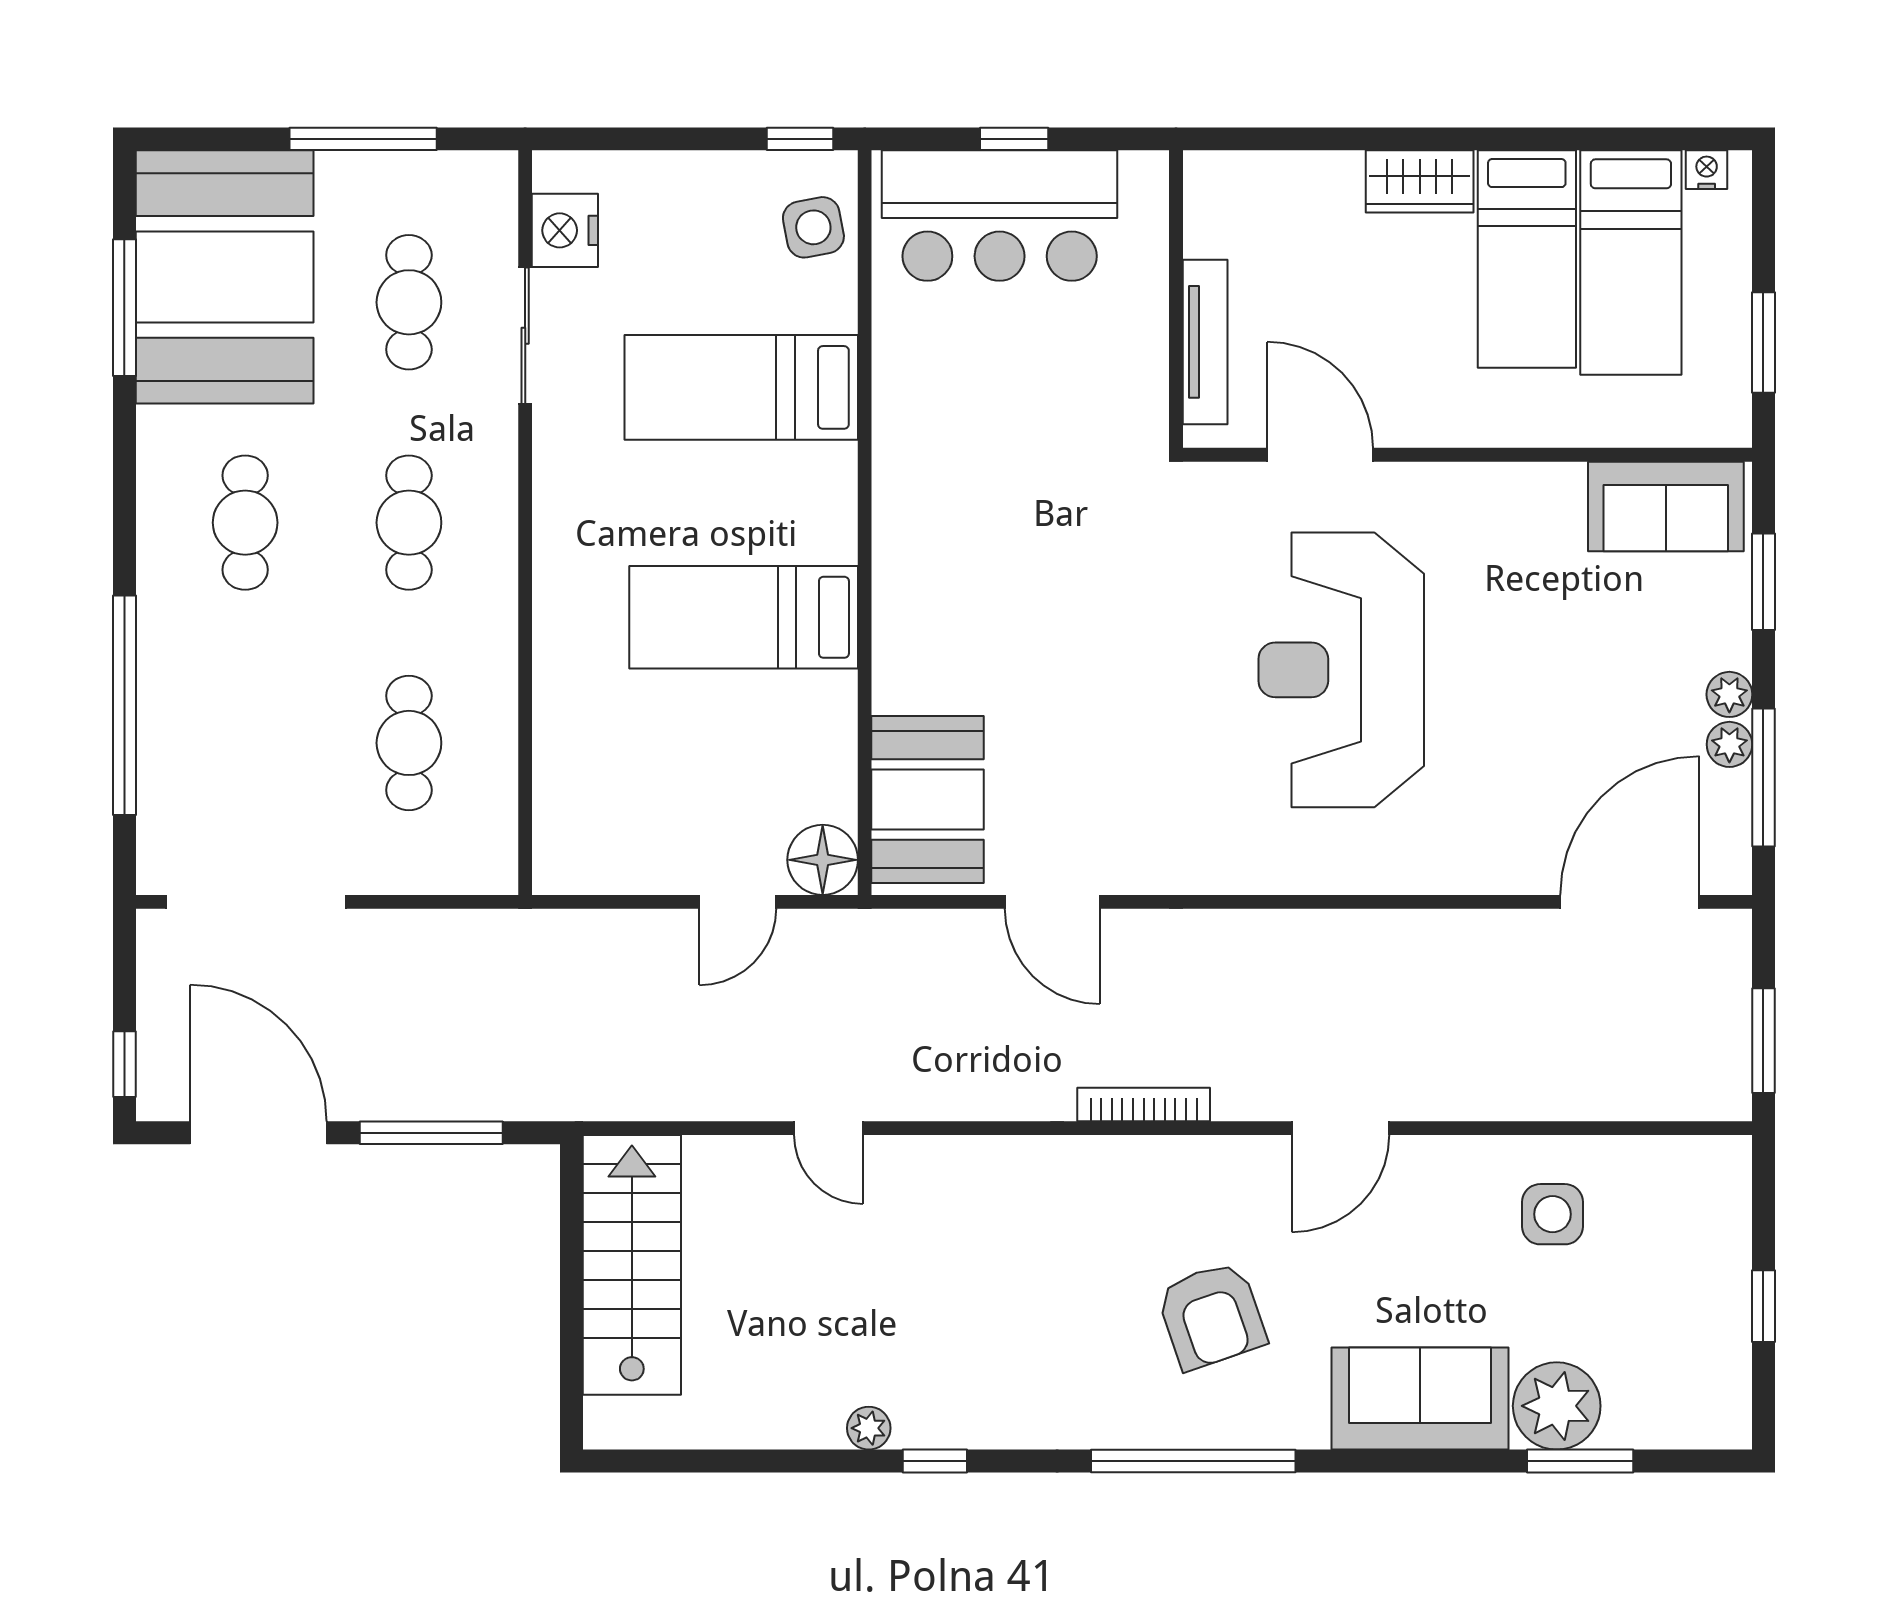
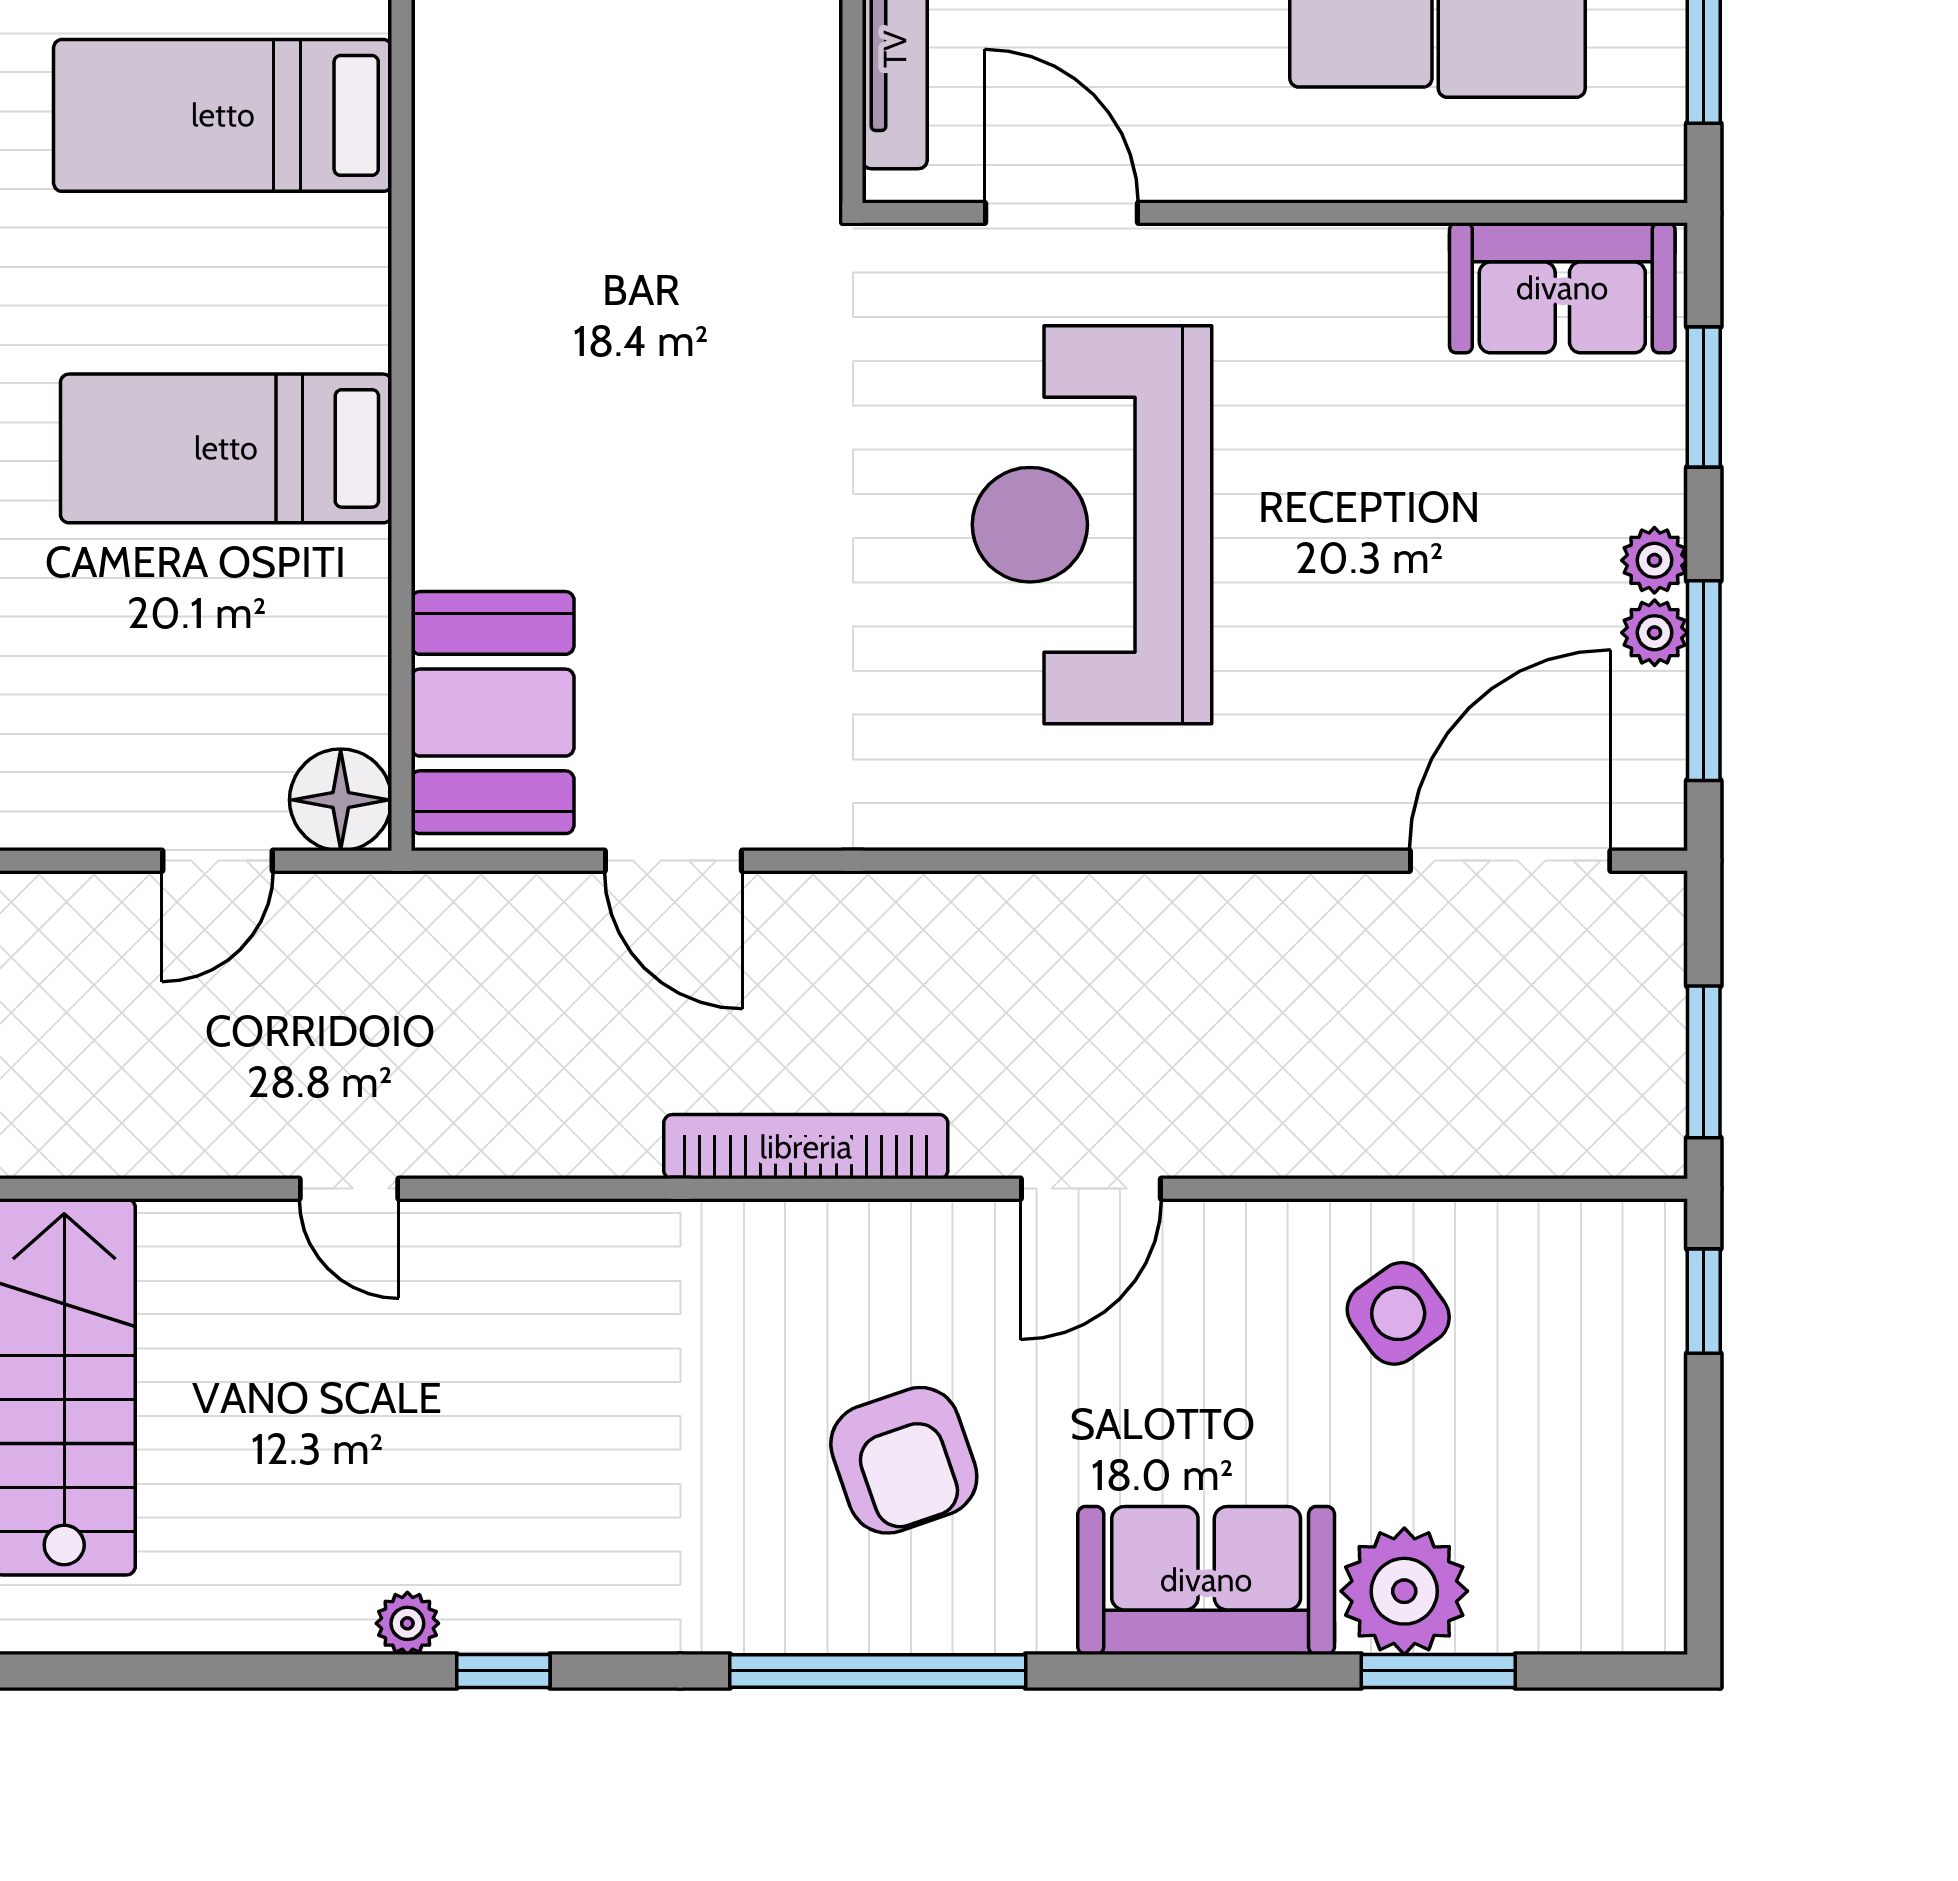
bookcase: (1144, 1104) -> (806, 1147), width x1.48, depth x1.31
side table: (1553, 1214) -> (1398, 1313), turned -36
window: (1763, 1306) -> (1704, 1301), moved

